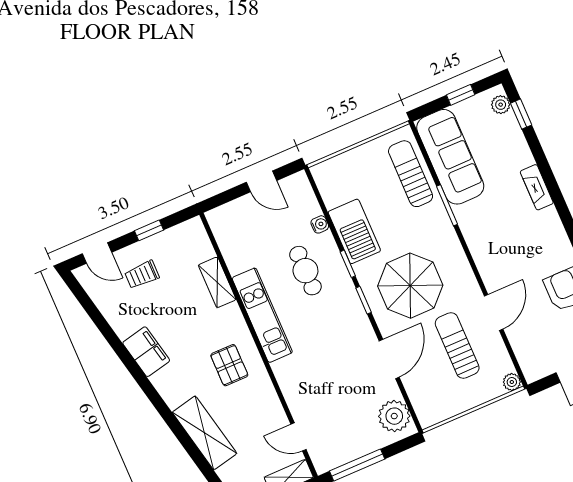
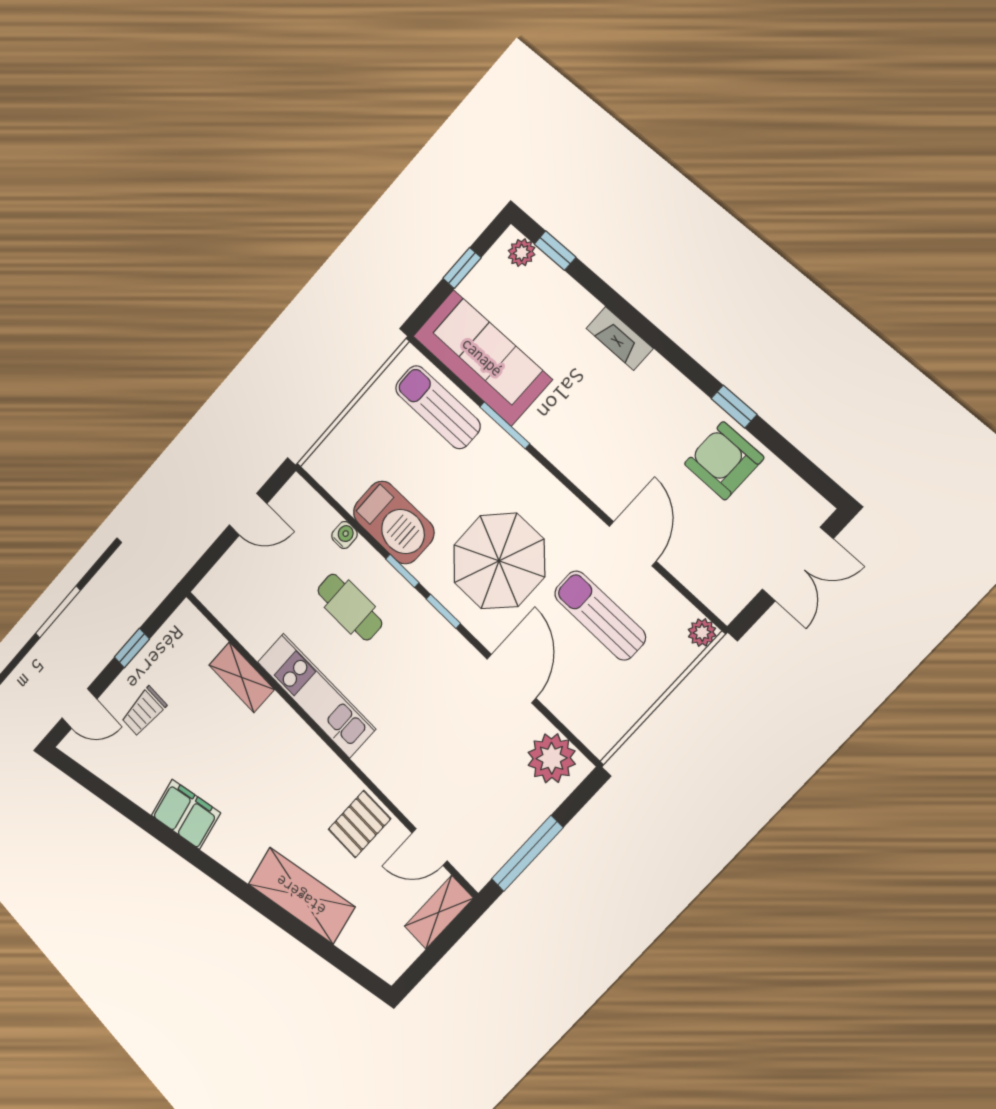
pallet: (229, 365) -> (359, 824), moved, turned 90

